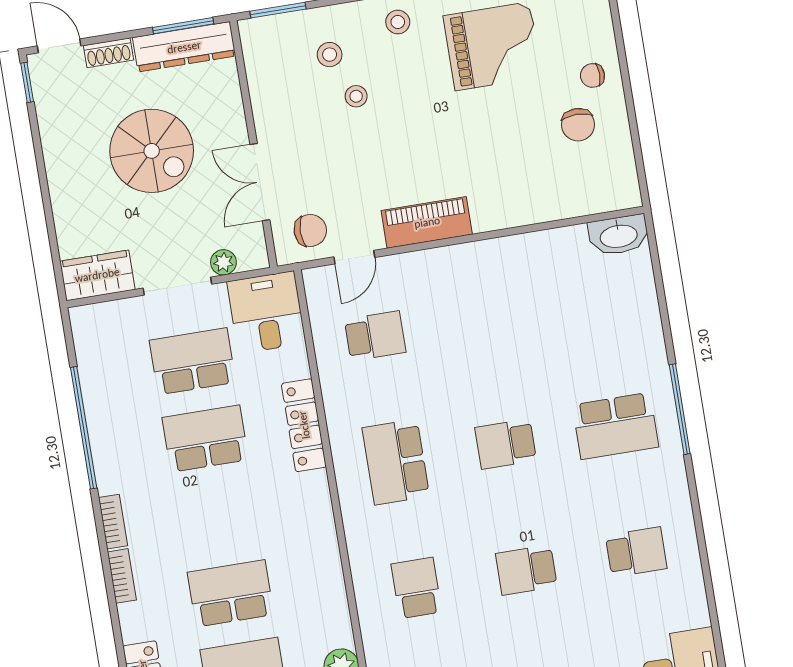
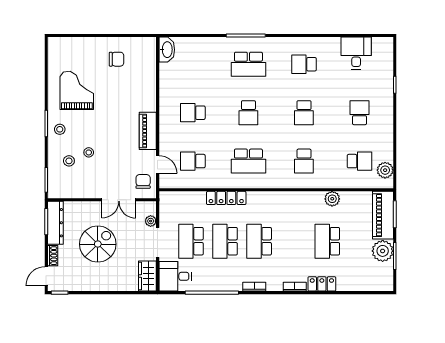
chair: (592, 75) -> (96, 50), removed
desk: (266, 312) -> (175, 276), moved
school desk: (485, 318) -> (193, 113), added
school desk: (375, 336) -> (193, 161), turned -90
school desk: (616, 426) -> (248, 64), turned 90
school desk: (636, 552) -> (304, 64), turned -90
bookcase: (122, 576) -> (295, 287), moved
school desk: (416, 588) -> (304, 161), turned -90
school desk: (231, 593) -> (259, 241), moved

